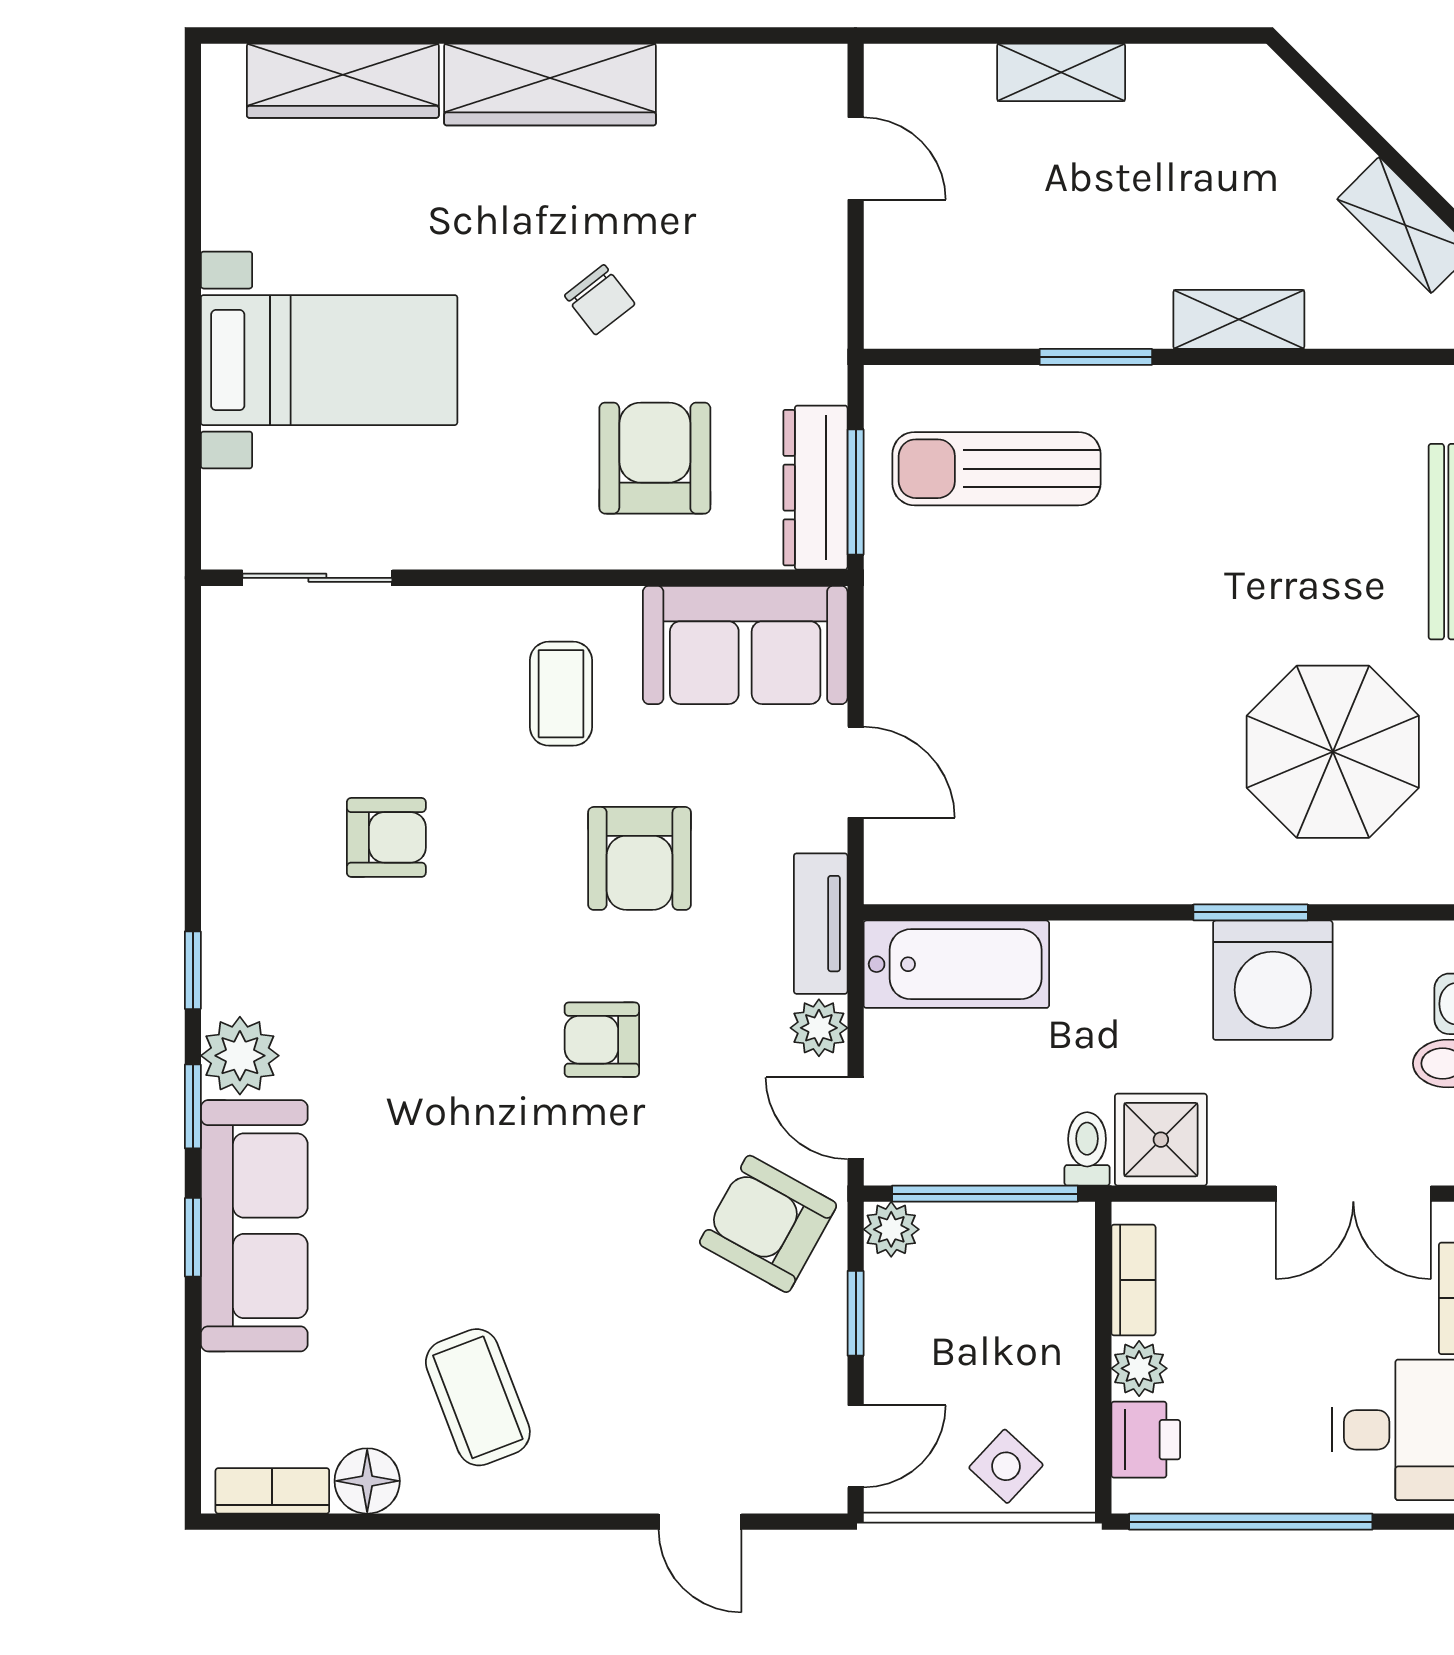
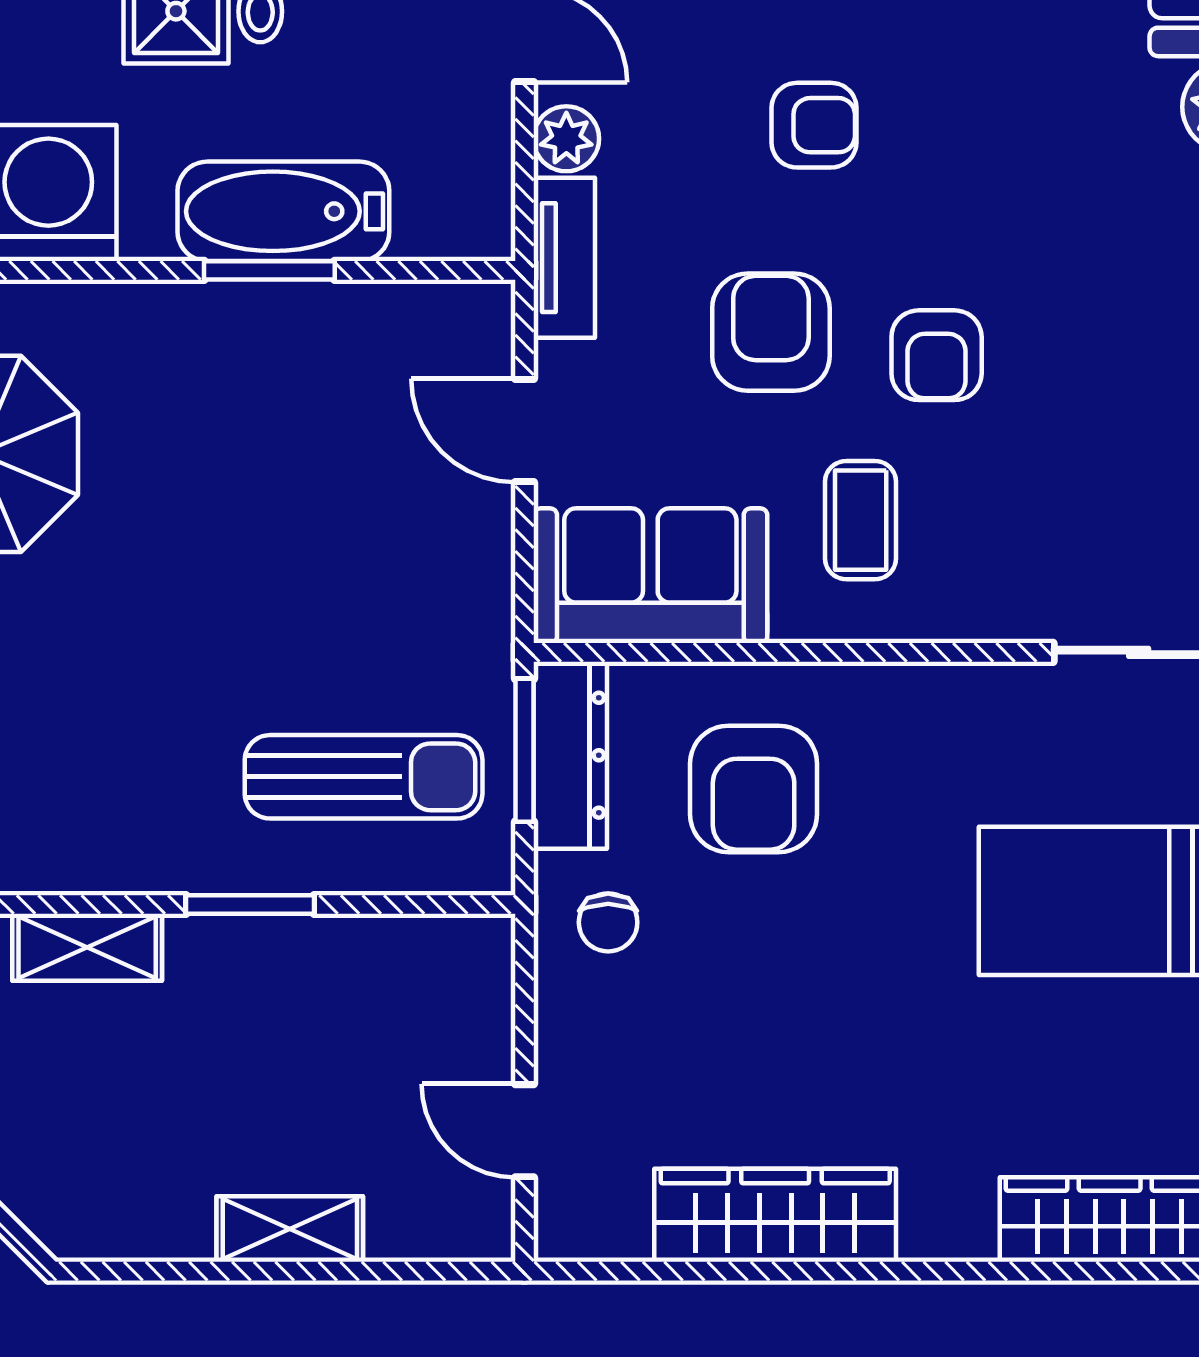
wardrobe: (550, 84) -> (775, 1215), moved
chair: (600, 300) -> (608, 922), moved, turned -142
armchair: (386, 837) -> (937, 355), moved, turned -90
window: (1251, 912) -> (269, 270), moved
bathtub: (956, 964) -> (283, 211), moved

